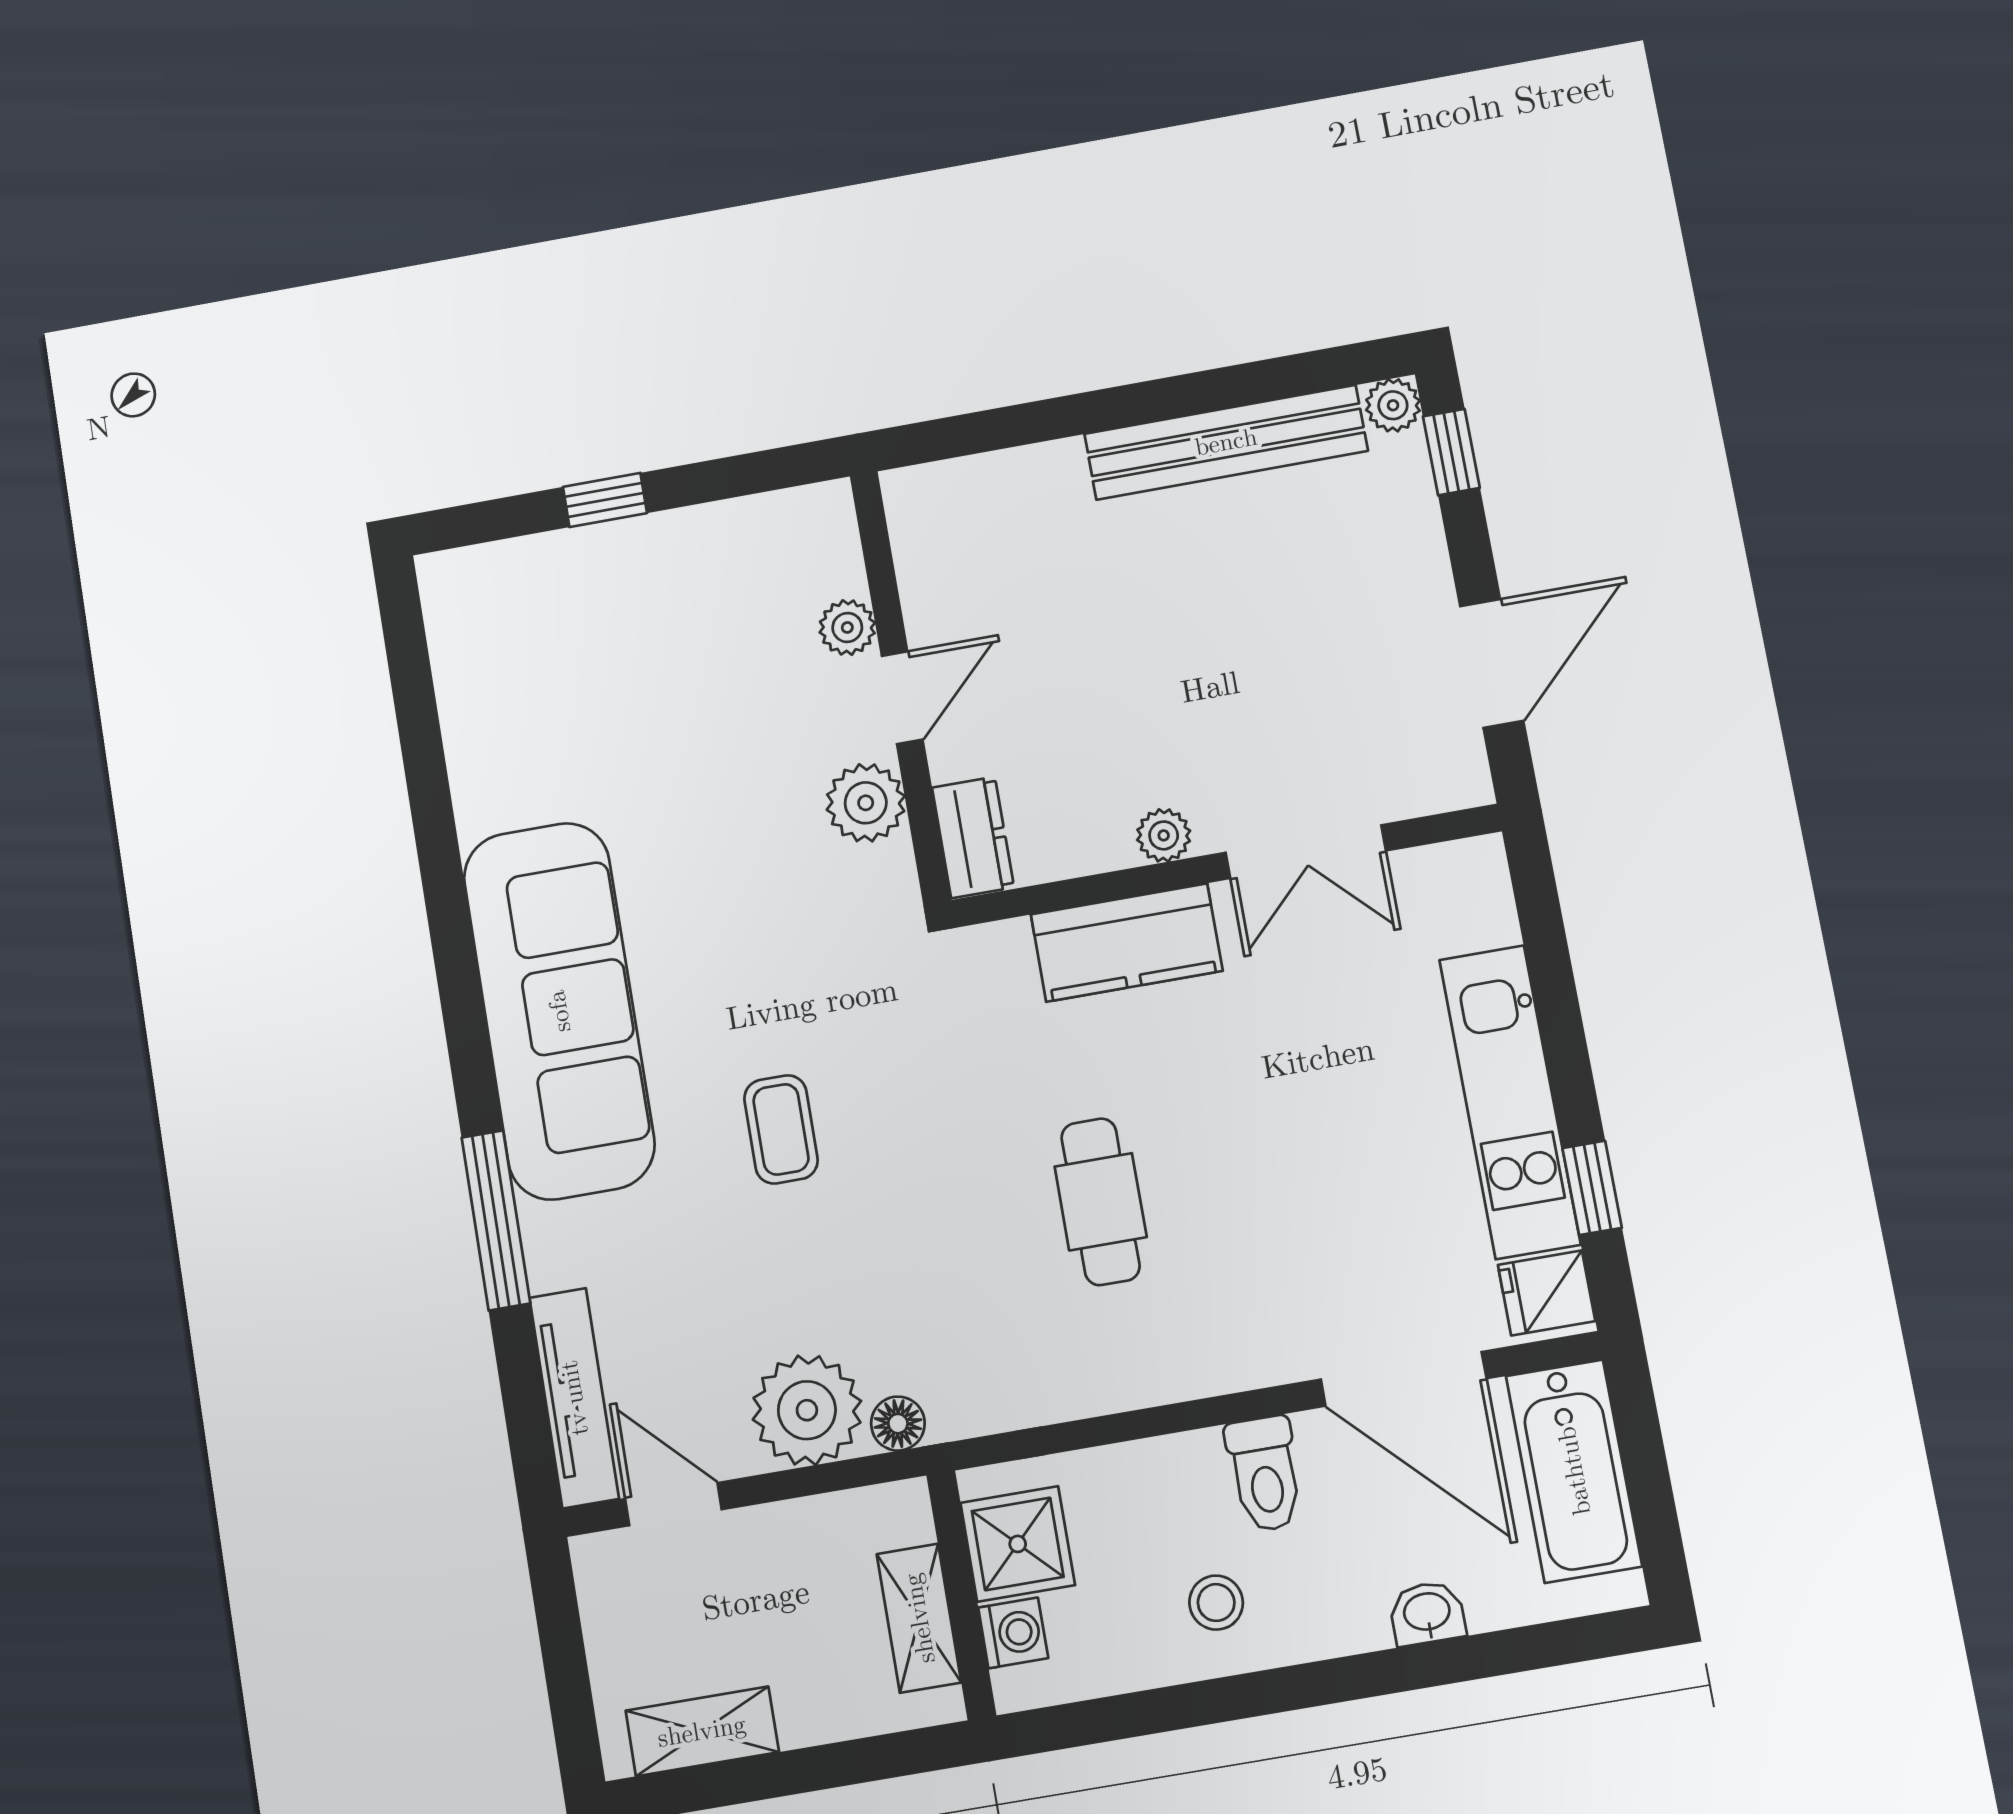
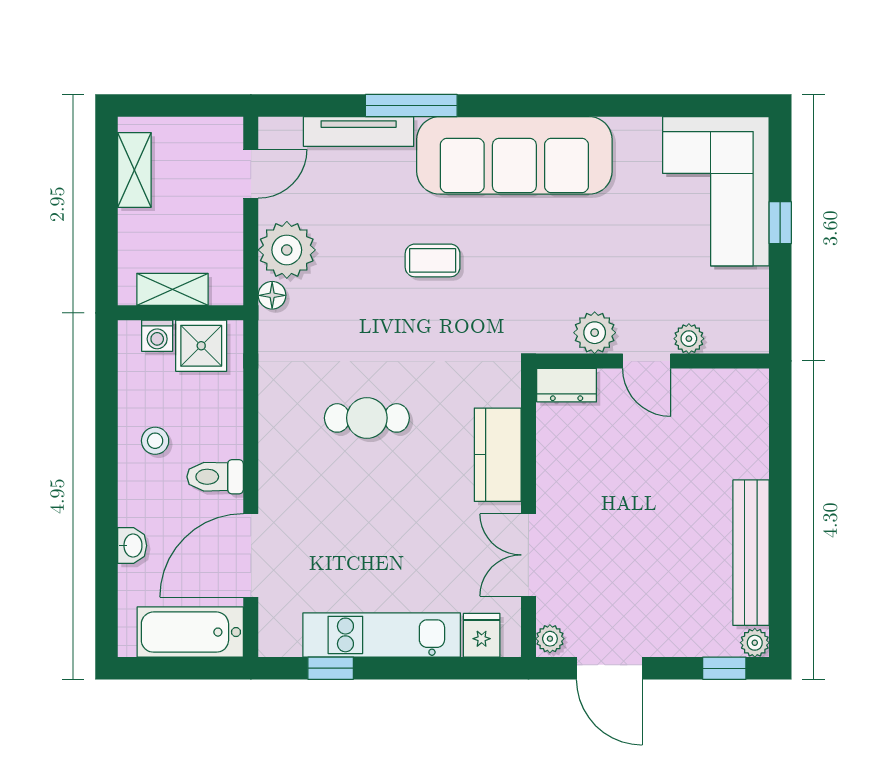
corner sofa: (566, 627) -> (716, 191), added
plant: (1164, 835) -> (550, 639), moved
fridge: (1547, 1293) -> (482, 635), moved
tv unit: (574, 1398) -> (359, 132), moved

